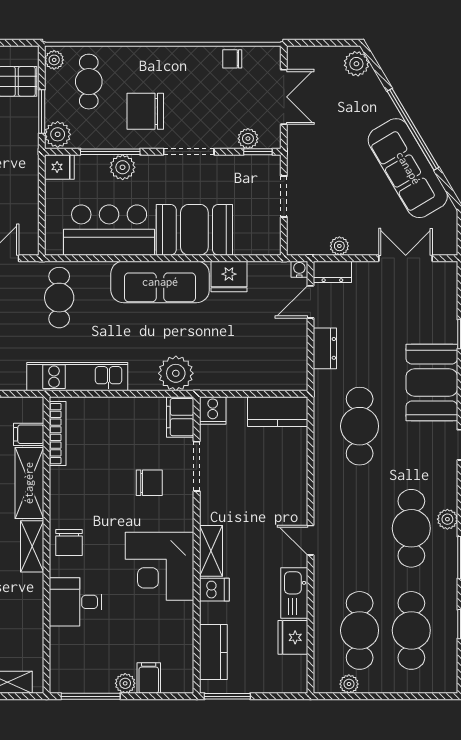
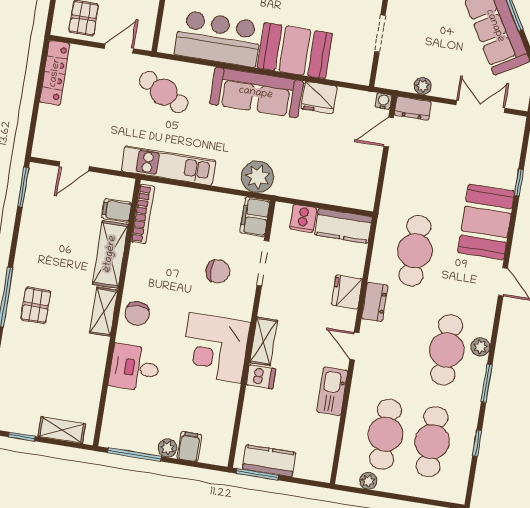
cafe table: (59, 298) -> (164, 92), turned -62
dresser: (325, 348) -> (375, 302), moved
cooker: (213, 411) -> (303, 218), moved
fridge: (293, 637) -> (347, 292), moved
kitchen counter: (213, 652) -> (269, 461), moved, turned -90

